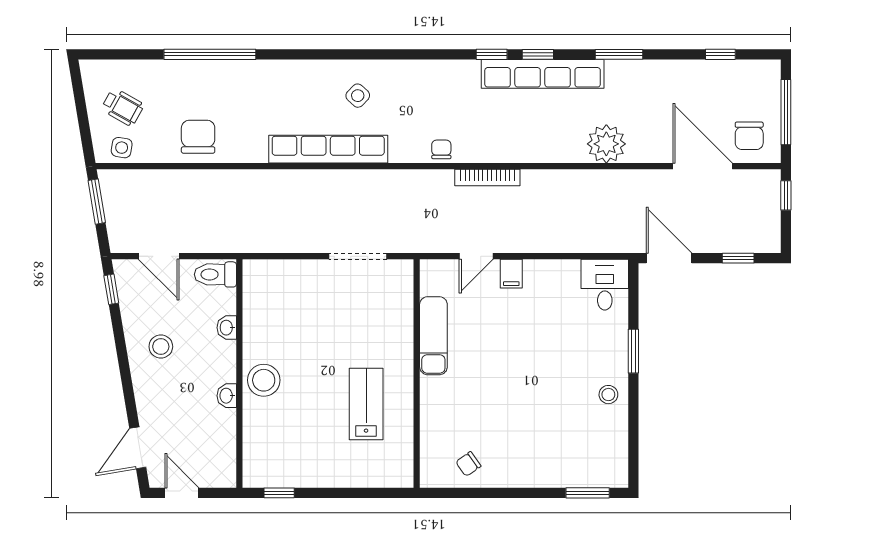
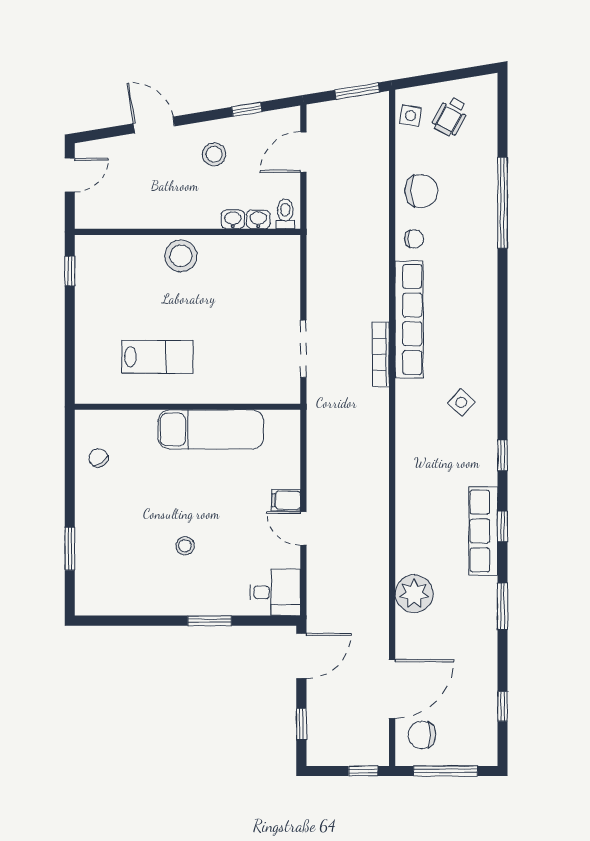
window: (492, 54) -> (502, 455), moved
row of seats: (543, 74) -> (483, 531), width x0.73
side table: (358, 96) -> (461, 402), moved
chair: (441, 149) -> (414, 239), moved
bookcase: (487, 178) -> (381, 354), moved
door: (476, 256) -> (303, 528), moved
toilet: (215, 274) -> (285, 214), width x0.73, depth x0.72
window: (111, 289) -> (247, 109), moved
exam couch: (433, 336) -> (211, 429), width x1.36, depth x1.45
stool: (608, 395) -> (185, 546), moved
washbasin: (227, 396) -> (258, 219), moved
door: (138, 448) -> (154, 125), moved
window: (588, 493) -> (70, 549), moved

